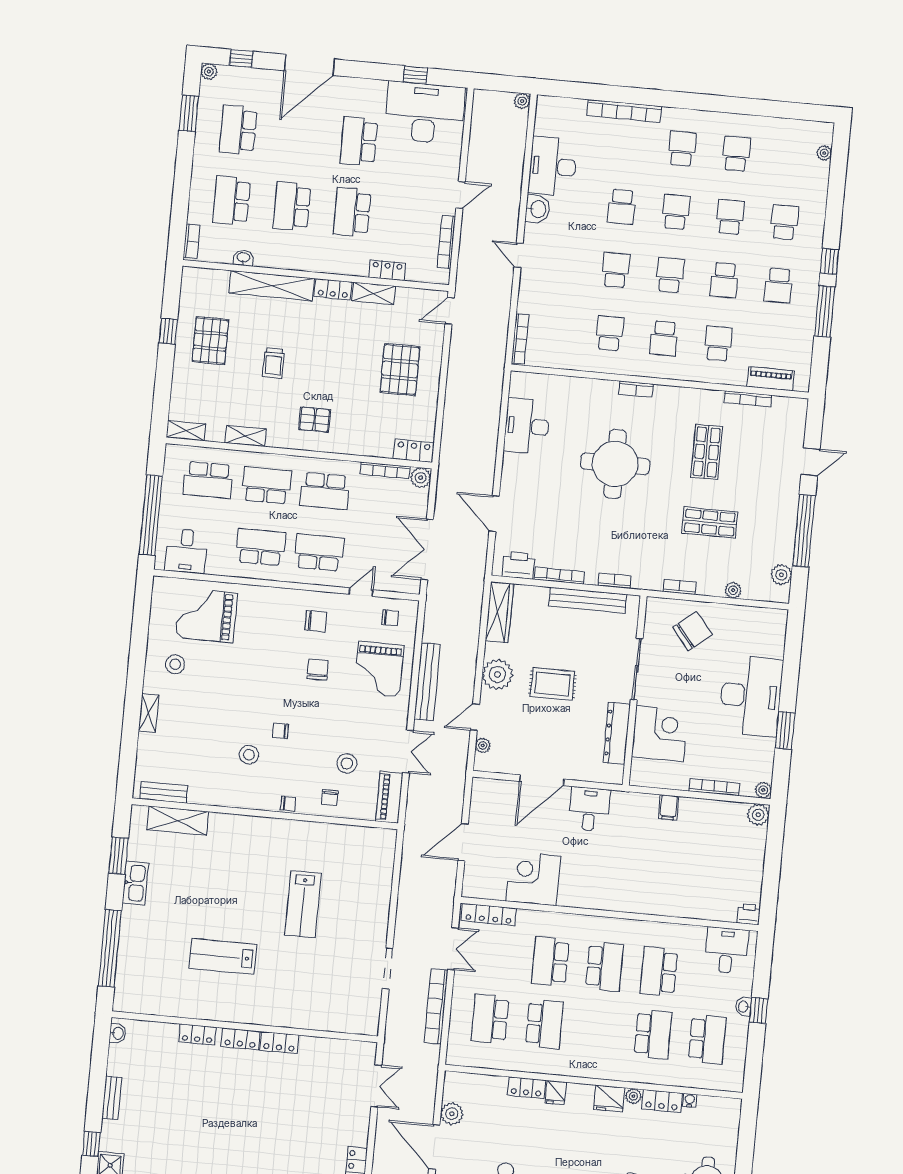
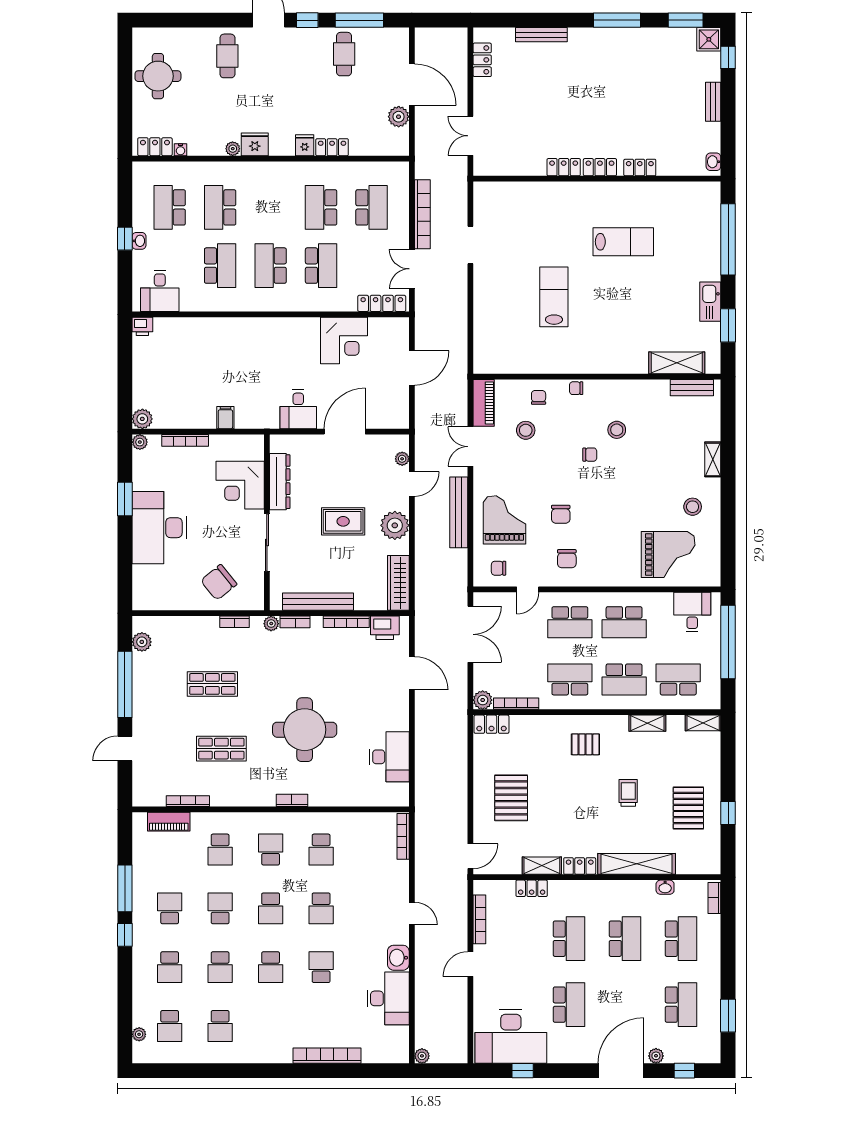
plant: (209, 72) -> (656, 1056), moved
school desk: (682, 149) -> (170, 1026), moved
shop shelf: (707, 452) -> (221, 749), turned 90
plant: (733, 590) -> (271, 624), moved
chair: (316, 621) -> (567, 559), turned -90
locker: (662, 1101) -> (155, 147), moved

